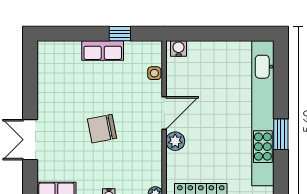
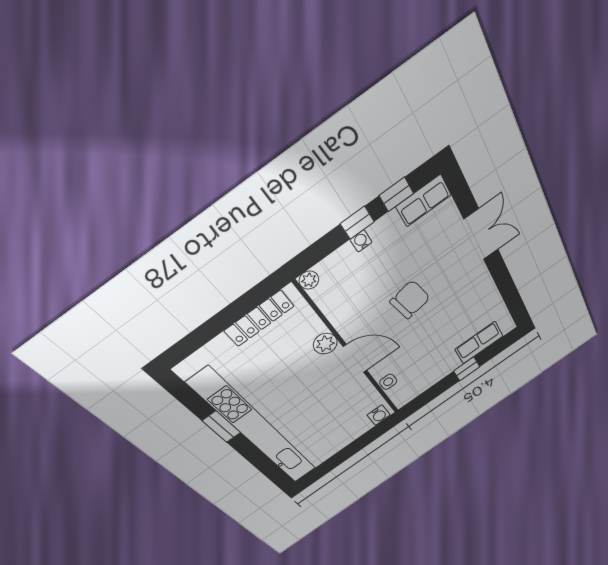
window: (120, 34) -> (467, 369), moved
row of seats: (103, 50) -> (479, 343), moved
door: (164, 113) -> (355, 359), swing flipped

